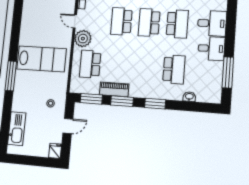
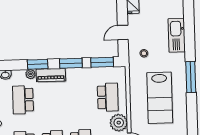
lab bench: (42, 59) -> (160, 98), turned -90
piano: (114, 89) -> (51, 75), moved
plant: (163, 95) -> (31, 74), added
kitchen sink: (17, 129) -> (177, 35), moved

